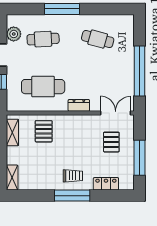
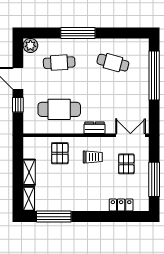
plant: (14, 34) -> (30, 45), moved
window: (140, 71) -> (154, 76), moved
shelving: (12, 132) -> (29, 172), moved
trolley: (73, 176) -> (93, 157), moved
window: (72, 196) -> (54, 217), moved

